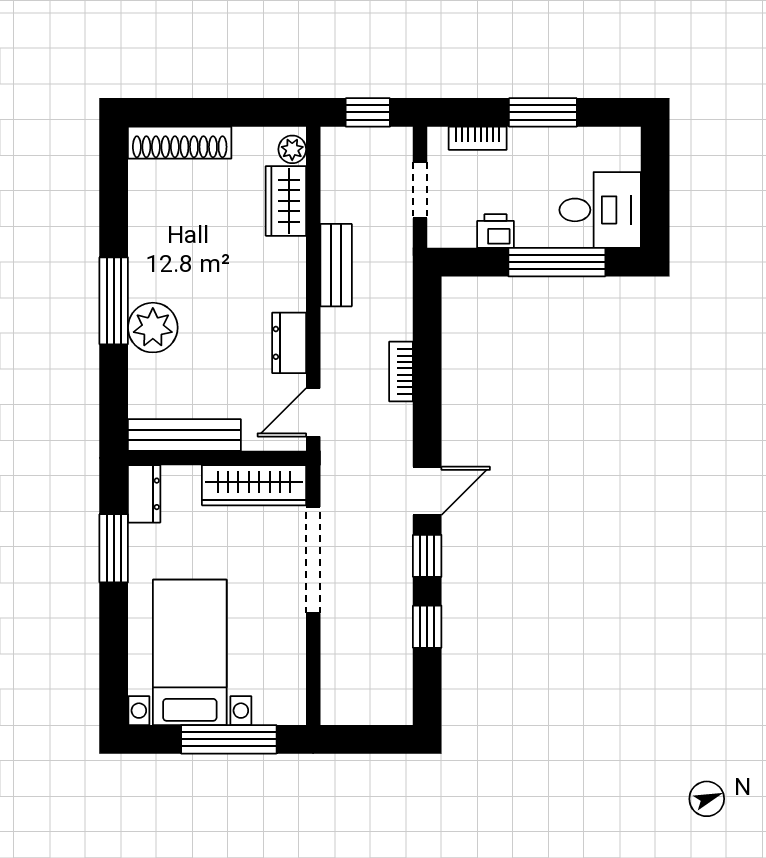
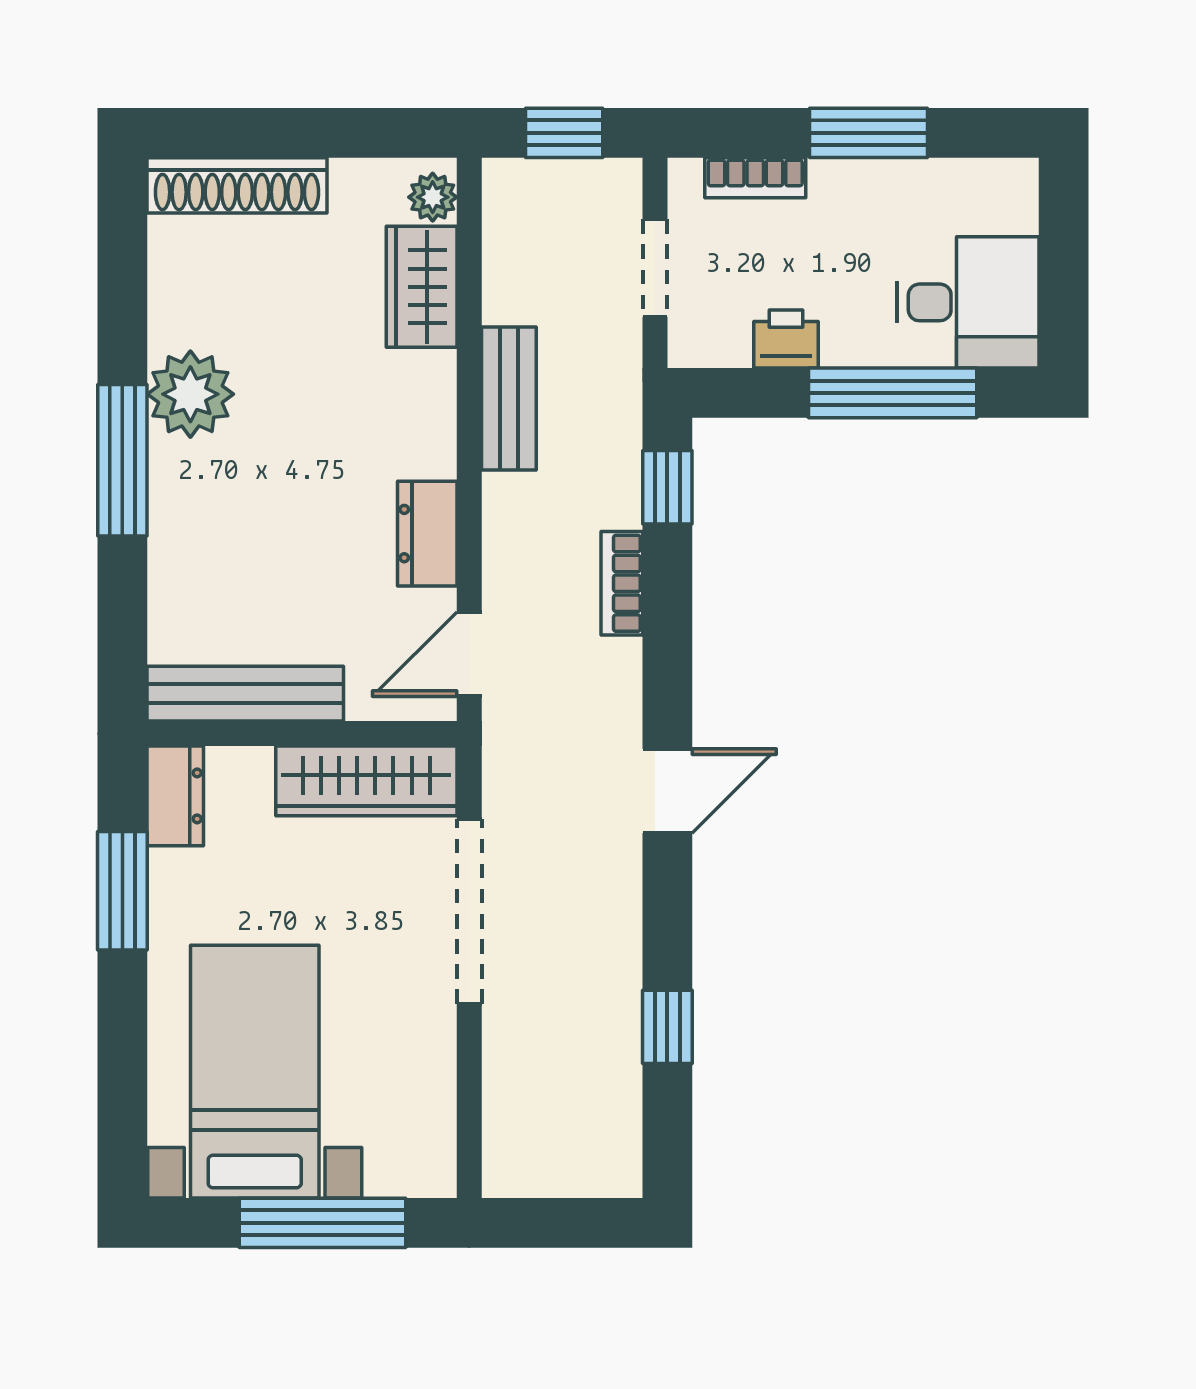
plant: (153, 328) -> (190, 394), moved
window: (427, 556) -> (667, 487), moved

